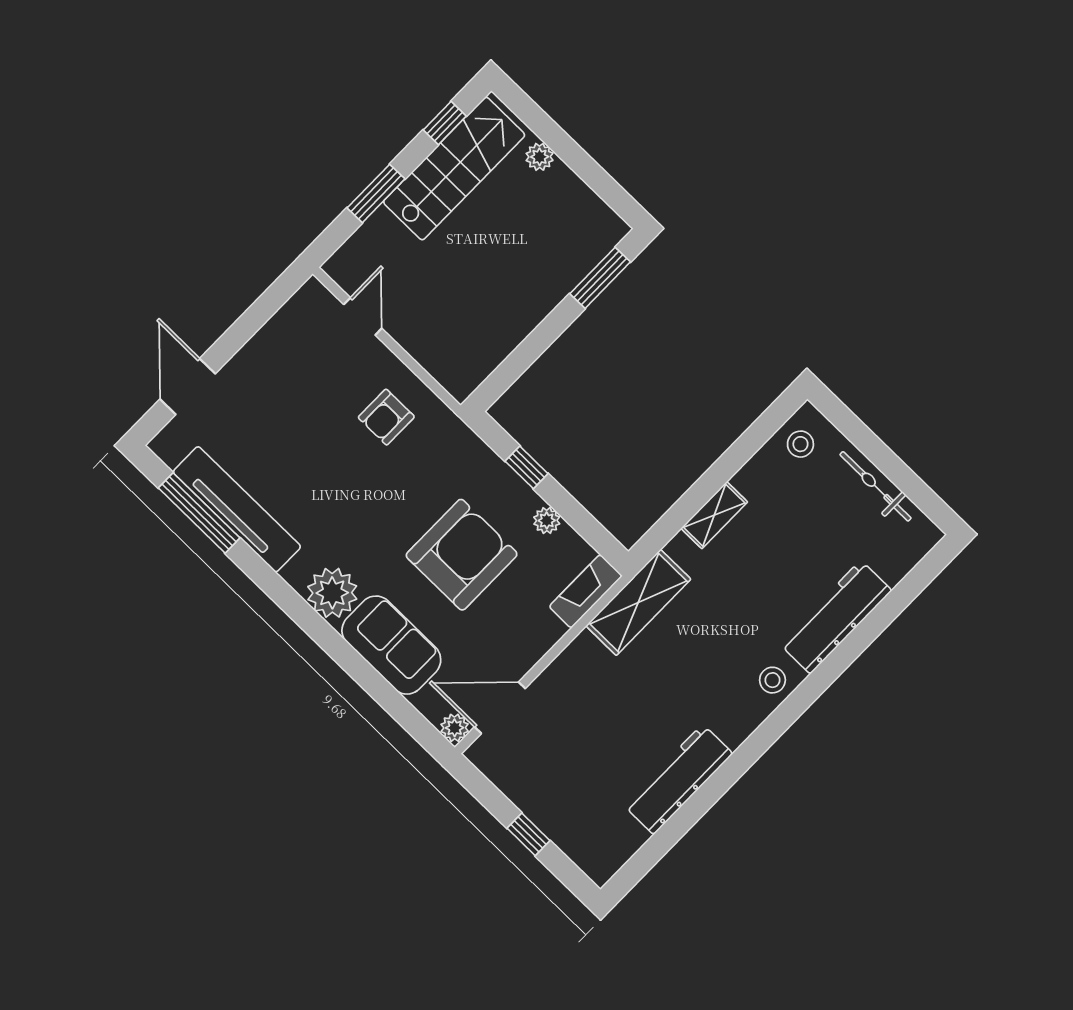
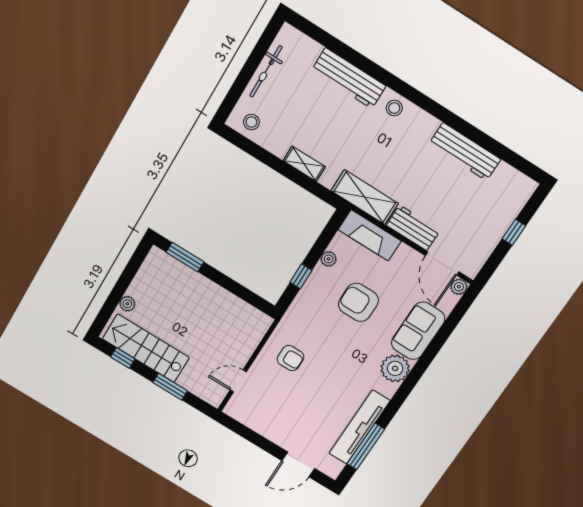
armchair: (462, 555) -> (358, 302), width x0.73, depth x0.73
fireplace: (586, 591) -> (370, 235), width x1.37, depth x1.32
workbench: (570, 672) -> (413, 228), added

